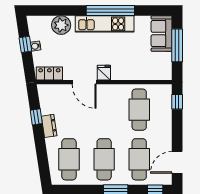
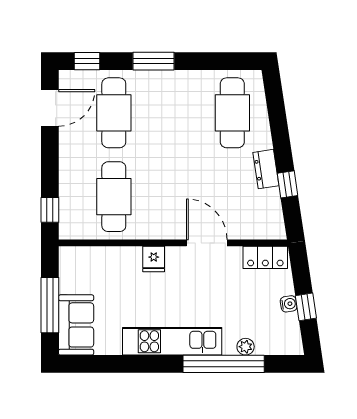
window: (110, 10) -> (224, 364), moved
plant: (61, 25) -> (246, 347), width x0.53, depth x0.53
fridge: (104, 73) -> (154, 259), moved
cafe table: (104, 159) -> (173, 113), removed

